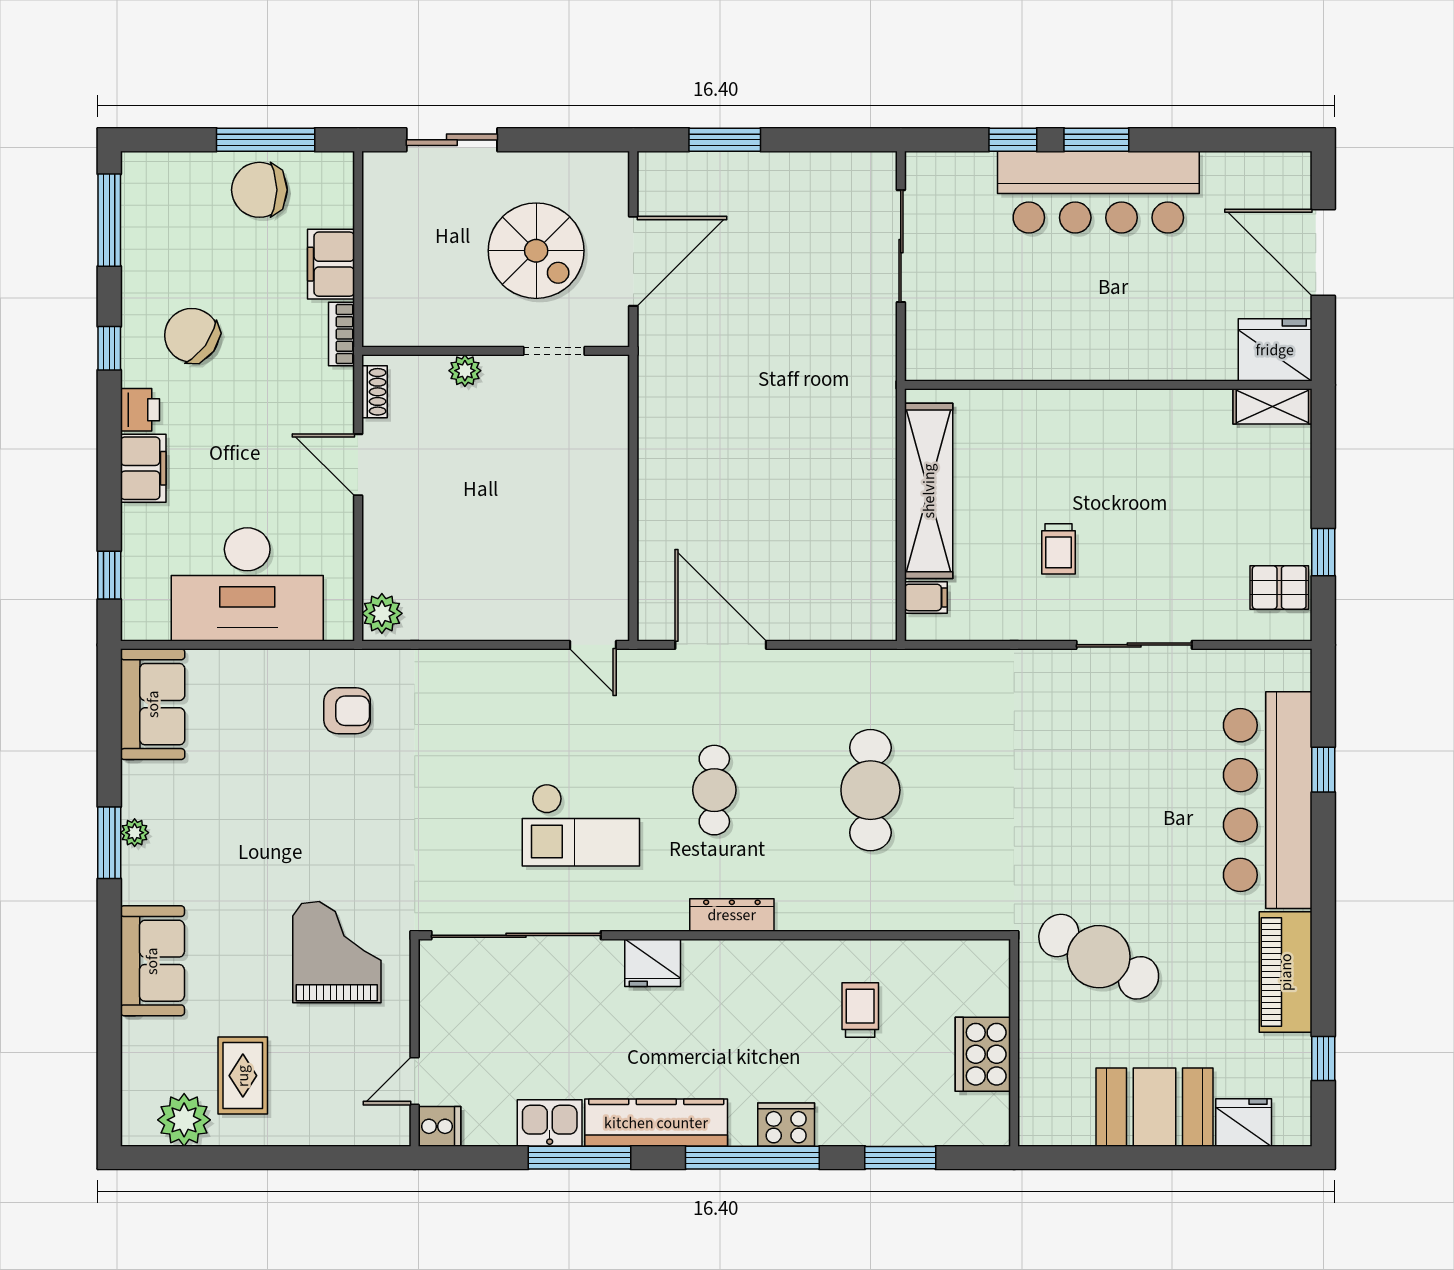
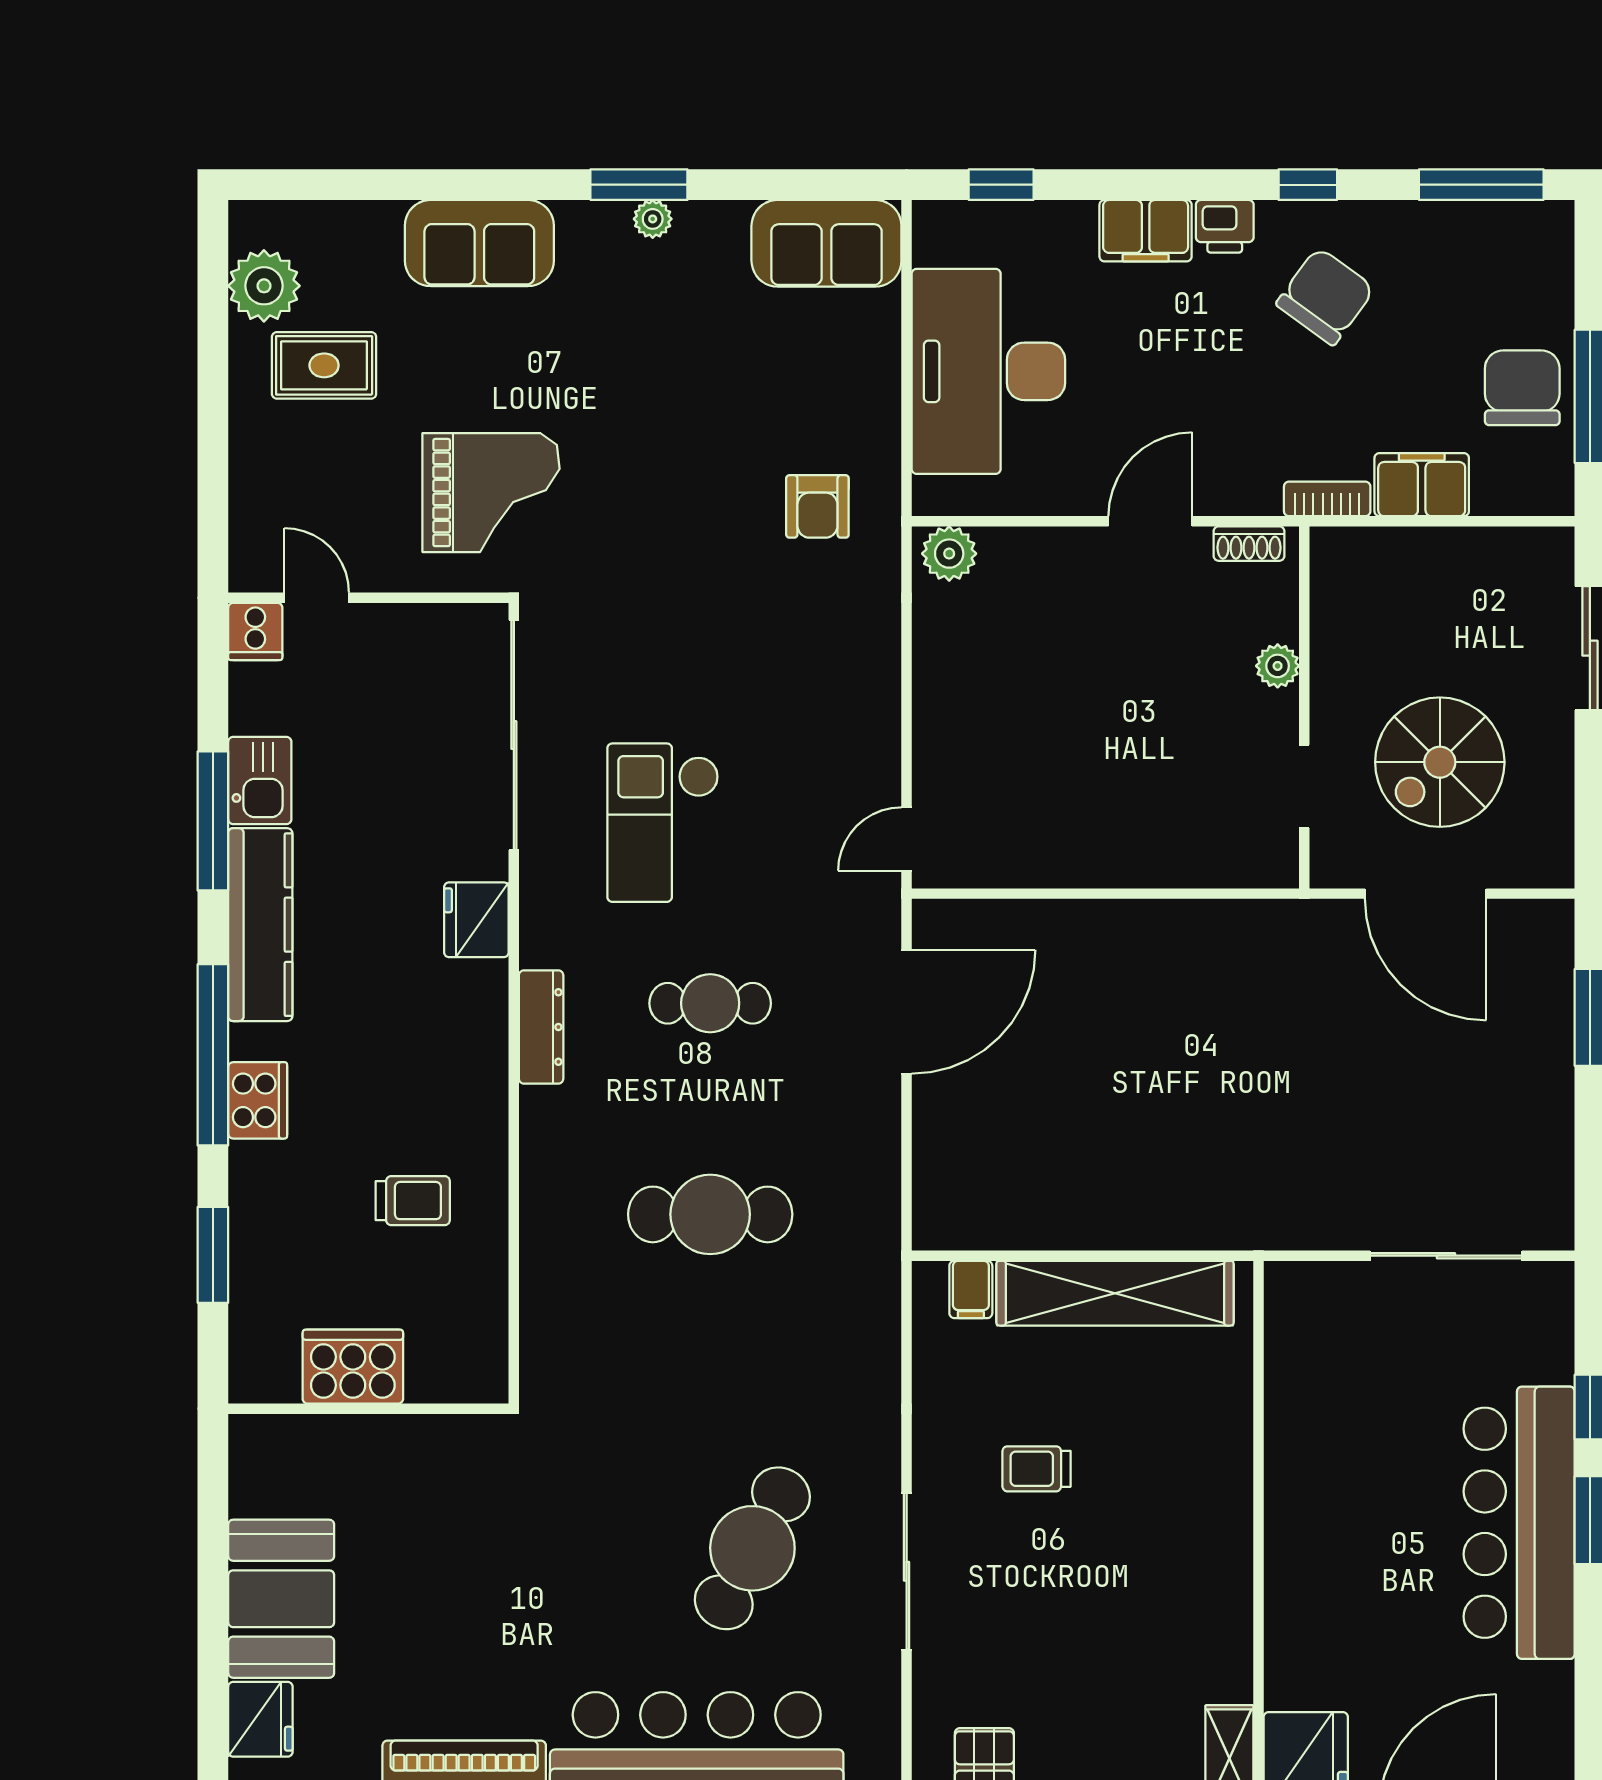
cafe table: (1099, 957) -> (752, 1548), moved

